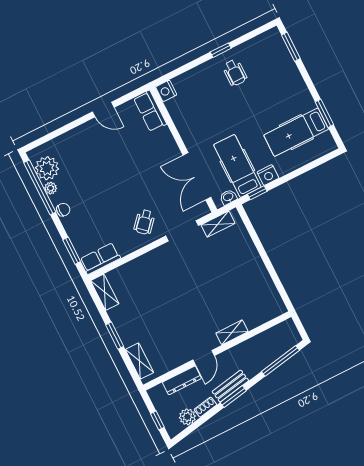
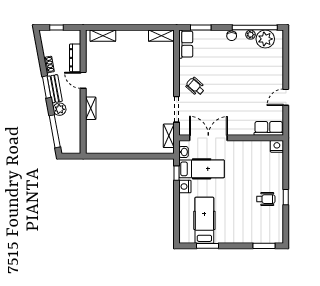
wheelchair: (235, 73) -> (266, 199), turned 180
window: (115, 336) -> (129, 27), removed
plant: (187, 417) -> (60, 109), moved

